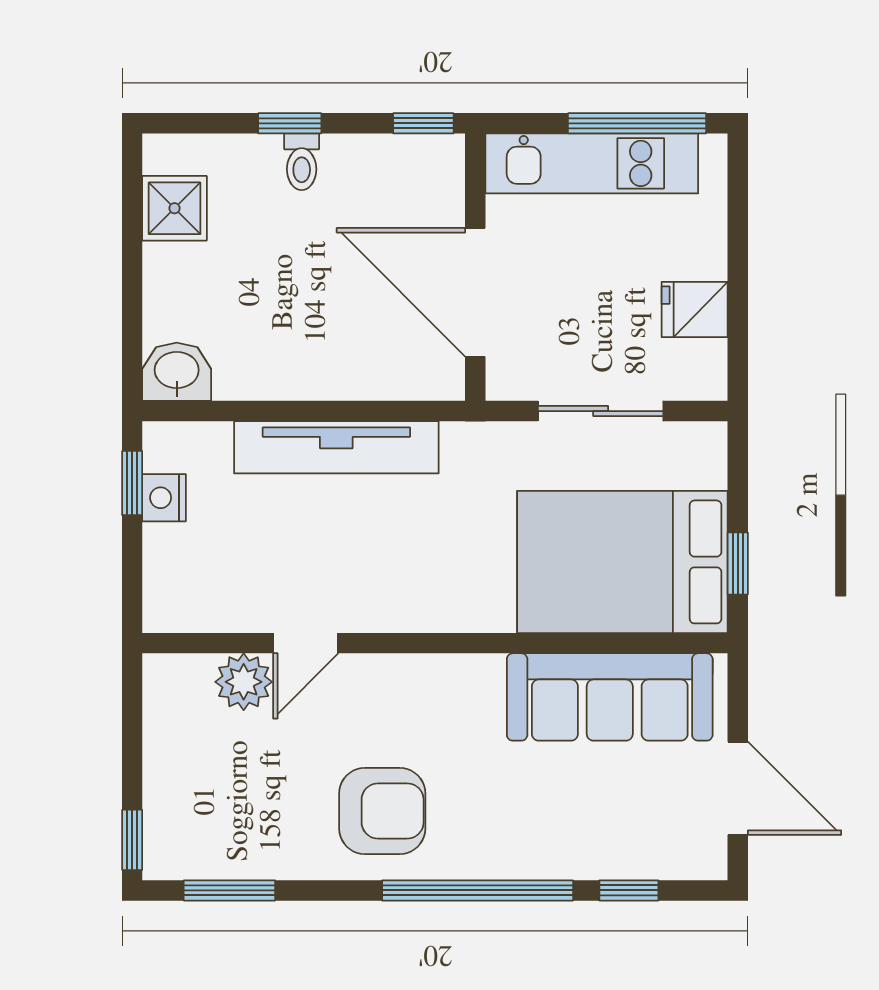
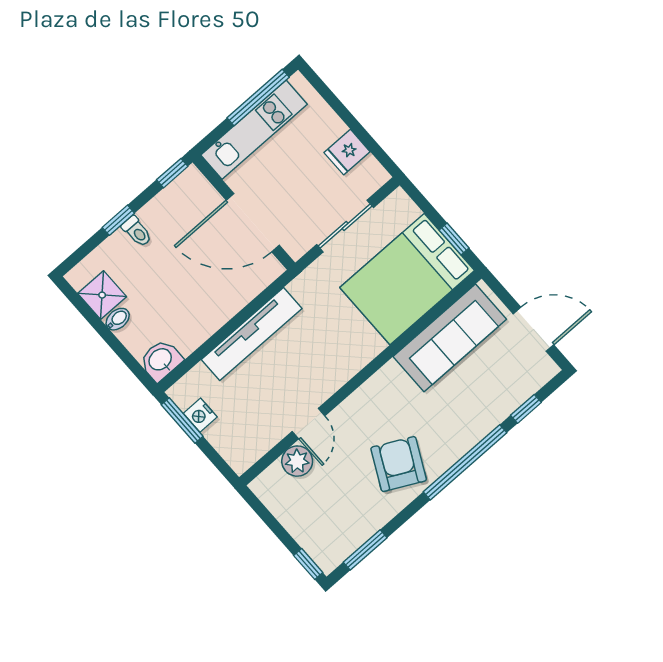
bidet: (167, 261) -> (118, 319), added
window: (132, 483) -> (182, 421), width x1.50
armchair: (382, 811) -> (399, 464), turned -63

